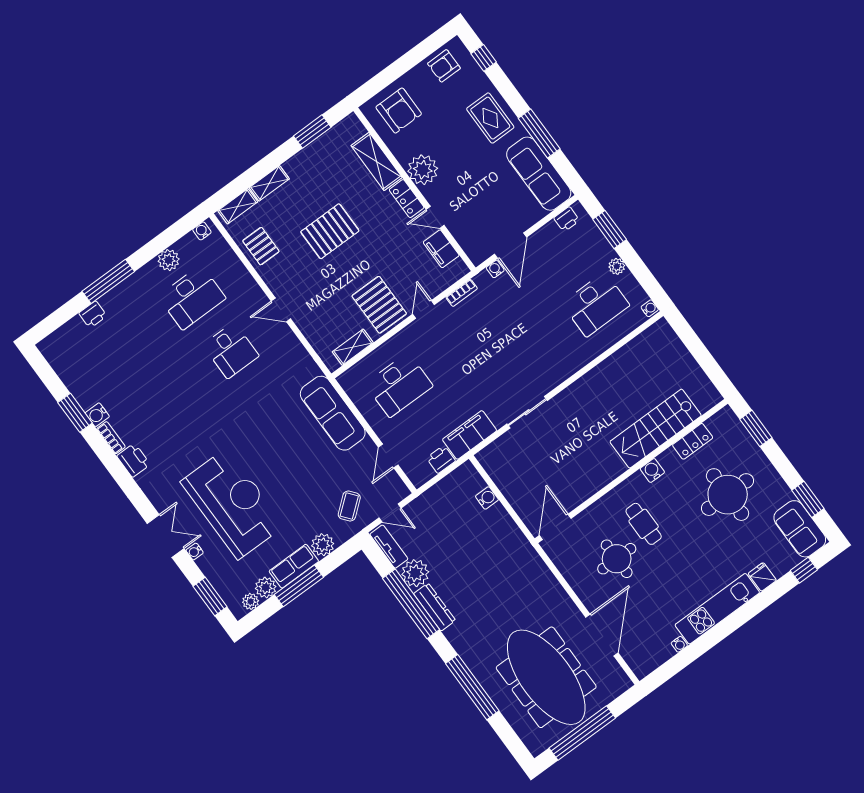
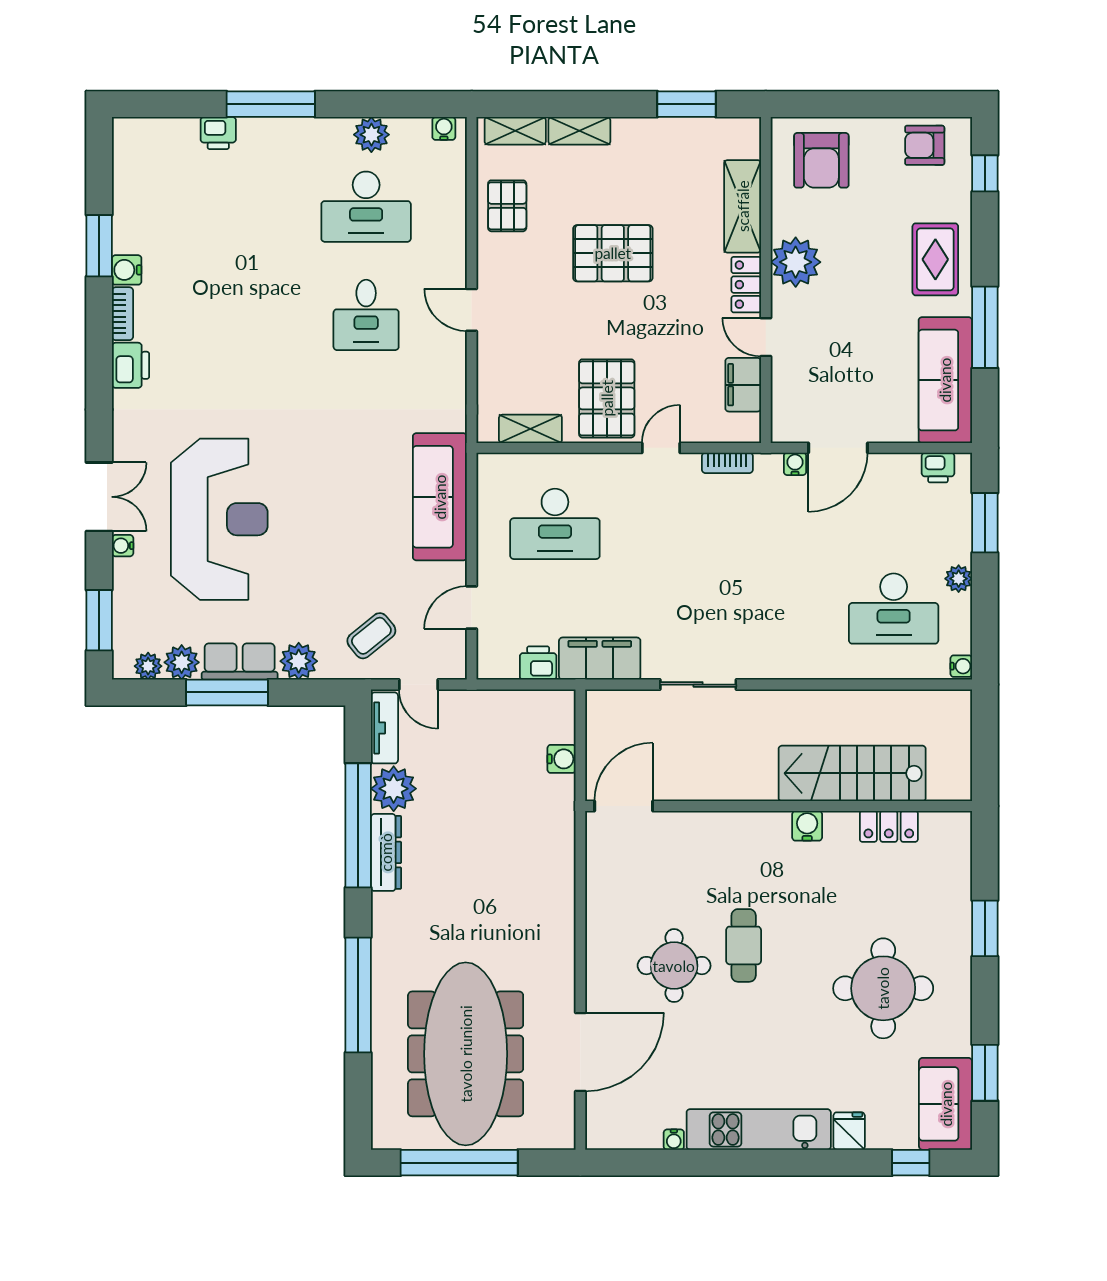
stairs: (656, 429) -> (852, 773), moved
locker: (693, 441) -> (889, 826), moved
water cooler: (652, 470) -> (807, 826), moved
wall: (631, 471) -> (779, 806), moved
door: (555, 527) -> (624, 806), moved

